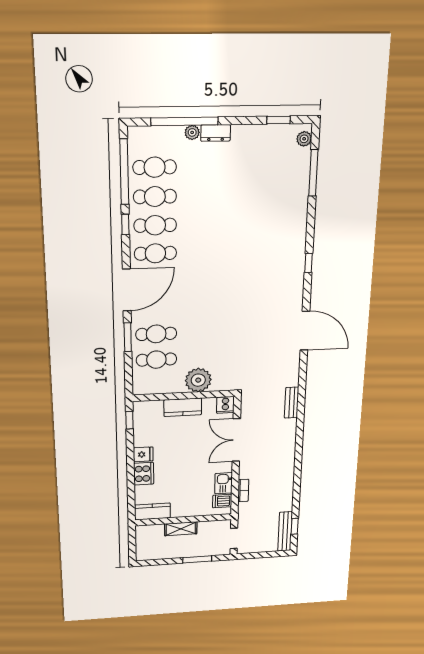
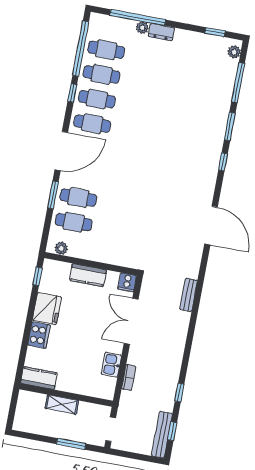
window: (311, 224) -> (230, 126), added
plant: (198, 380) -> (61, 248), moved, width x0.53, depth x0.53
fridge: (143, 454) -> (47, 309), width x1.88, depth x1.34
window: (296, 492) -> (179, 393), added
dishwasher: (222, 501) -> (107, 384), removed

